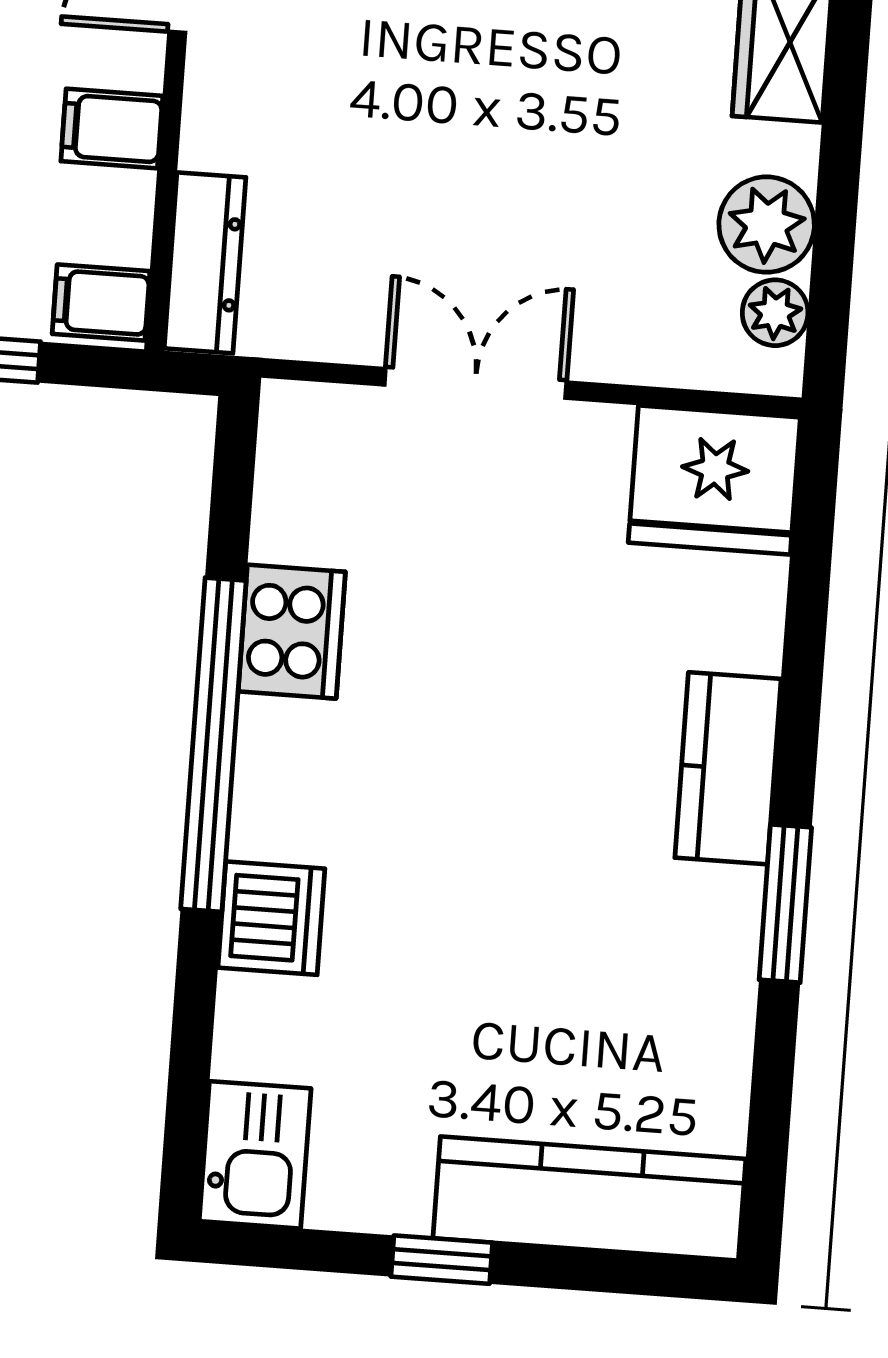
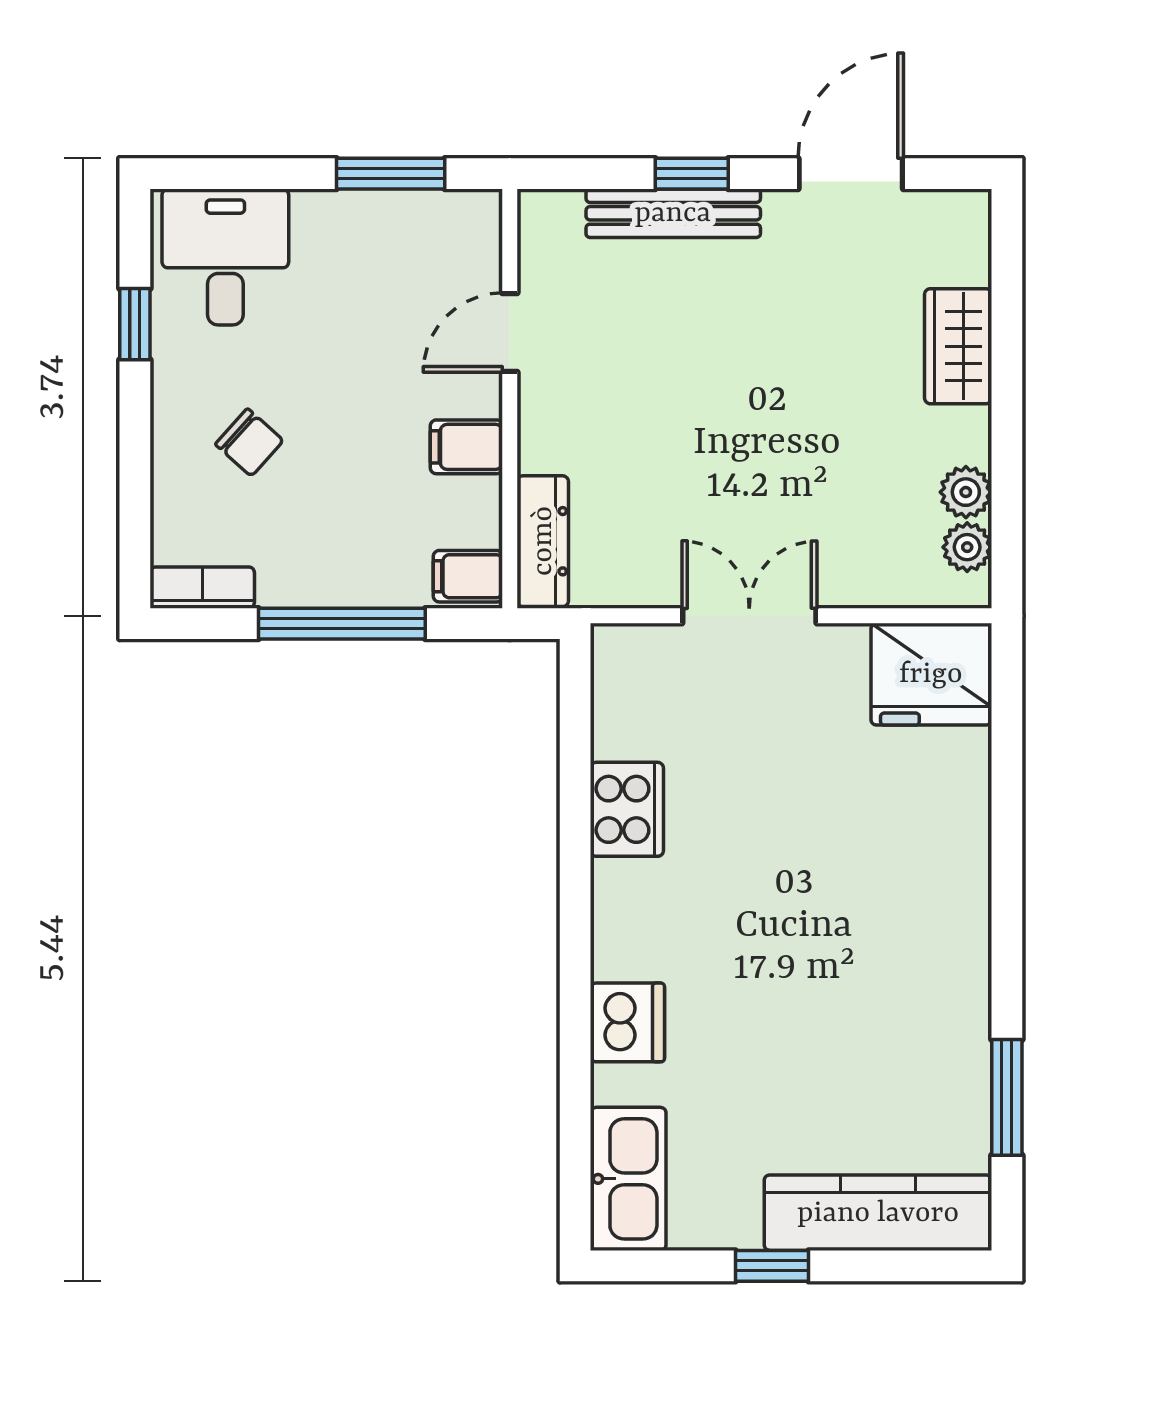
plant: (767, 225) -> (966, 492), width x0.73, depth x0.73
window: (213, 745) -> (575, 897), removed
kitchen counter: (728, 768) -> (957, 887), removed
window: (785, 904) -> (1007, 1097), moved
kitchen sink: (255, 1155) -> (628, 1179), width x1.38

